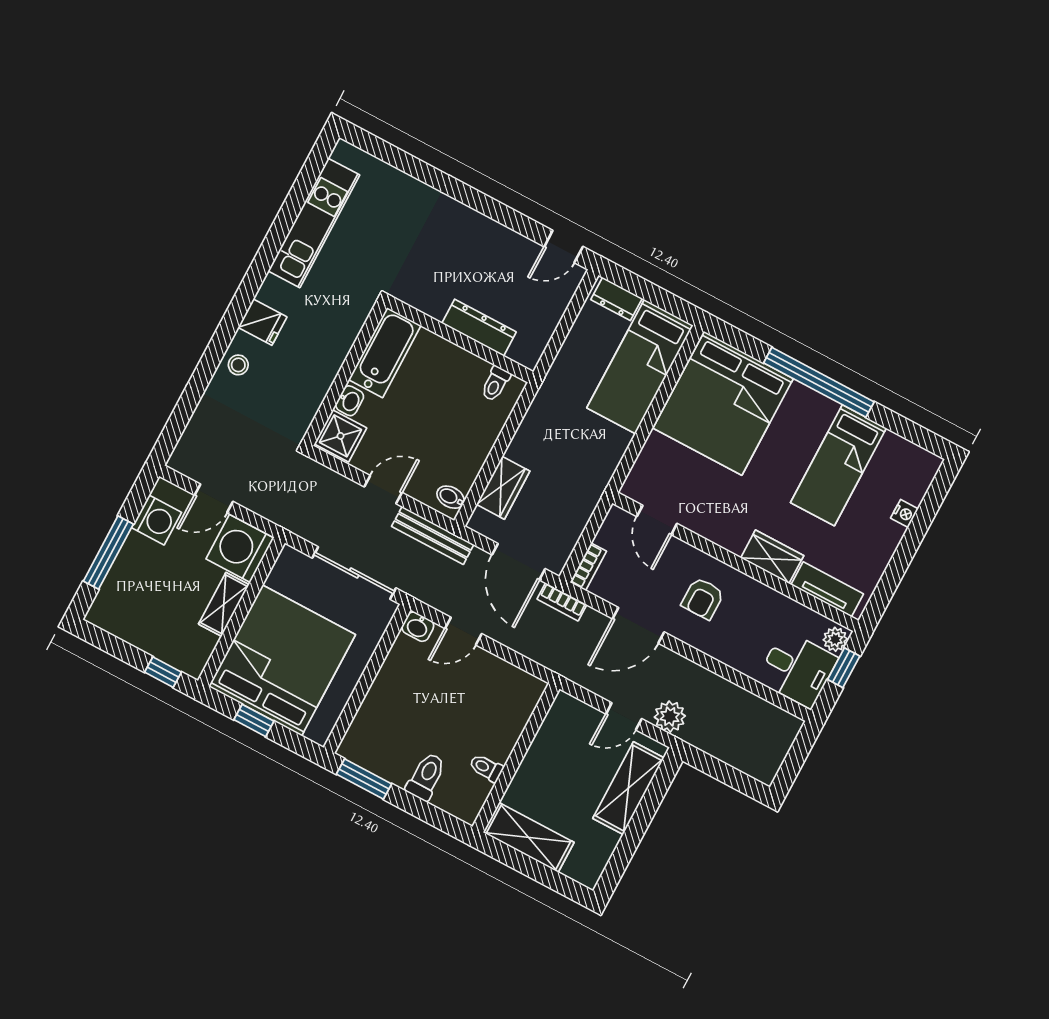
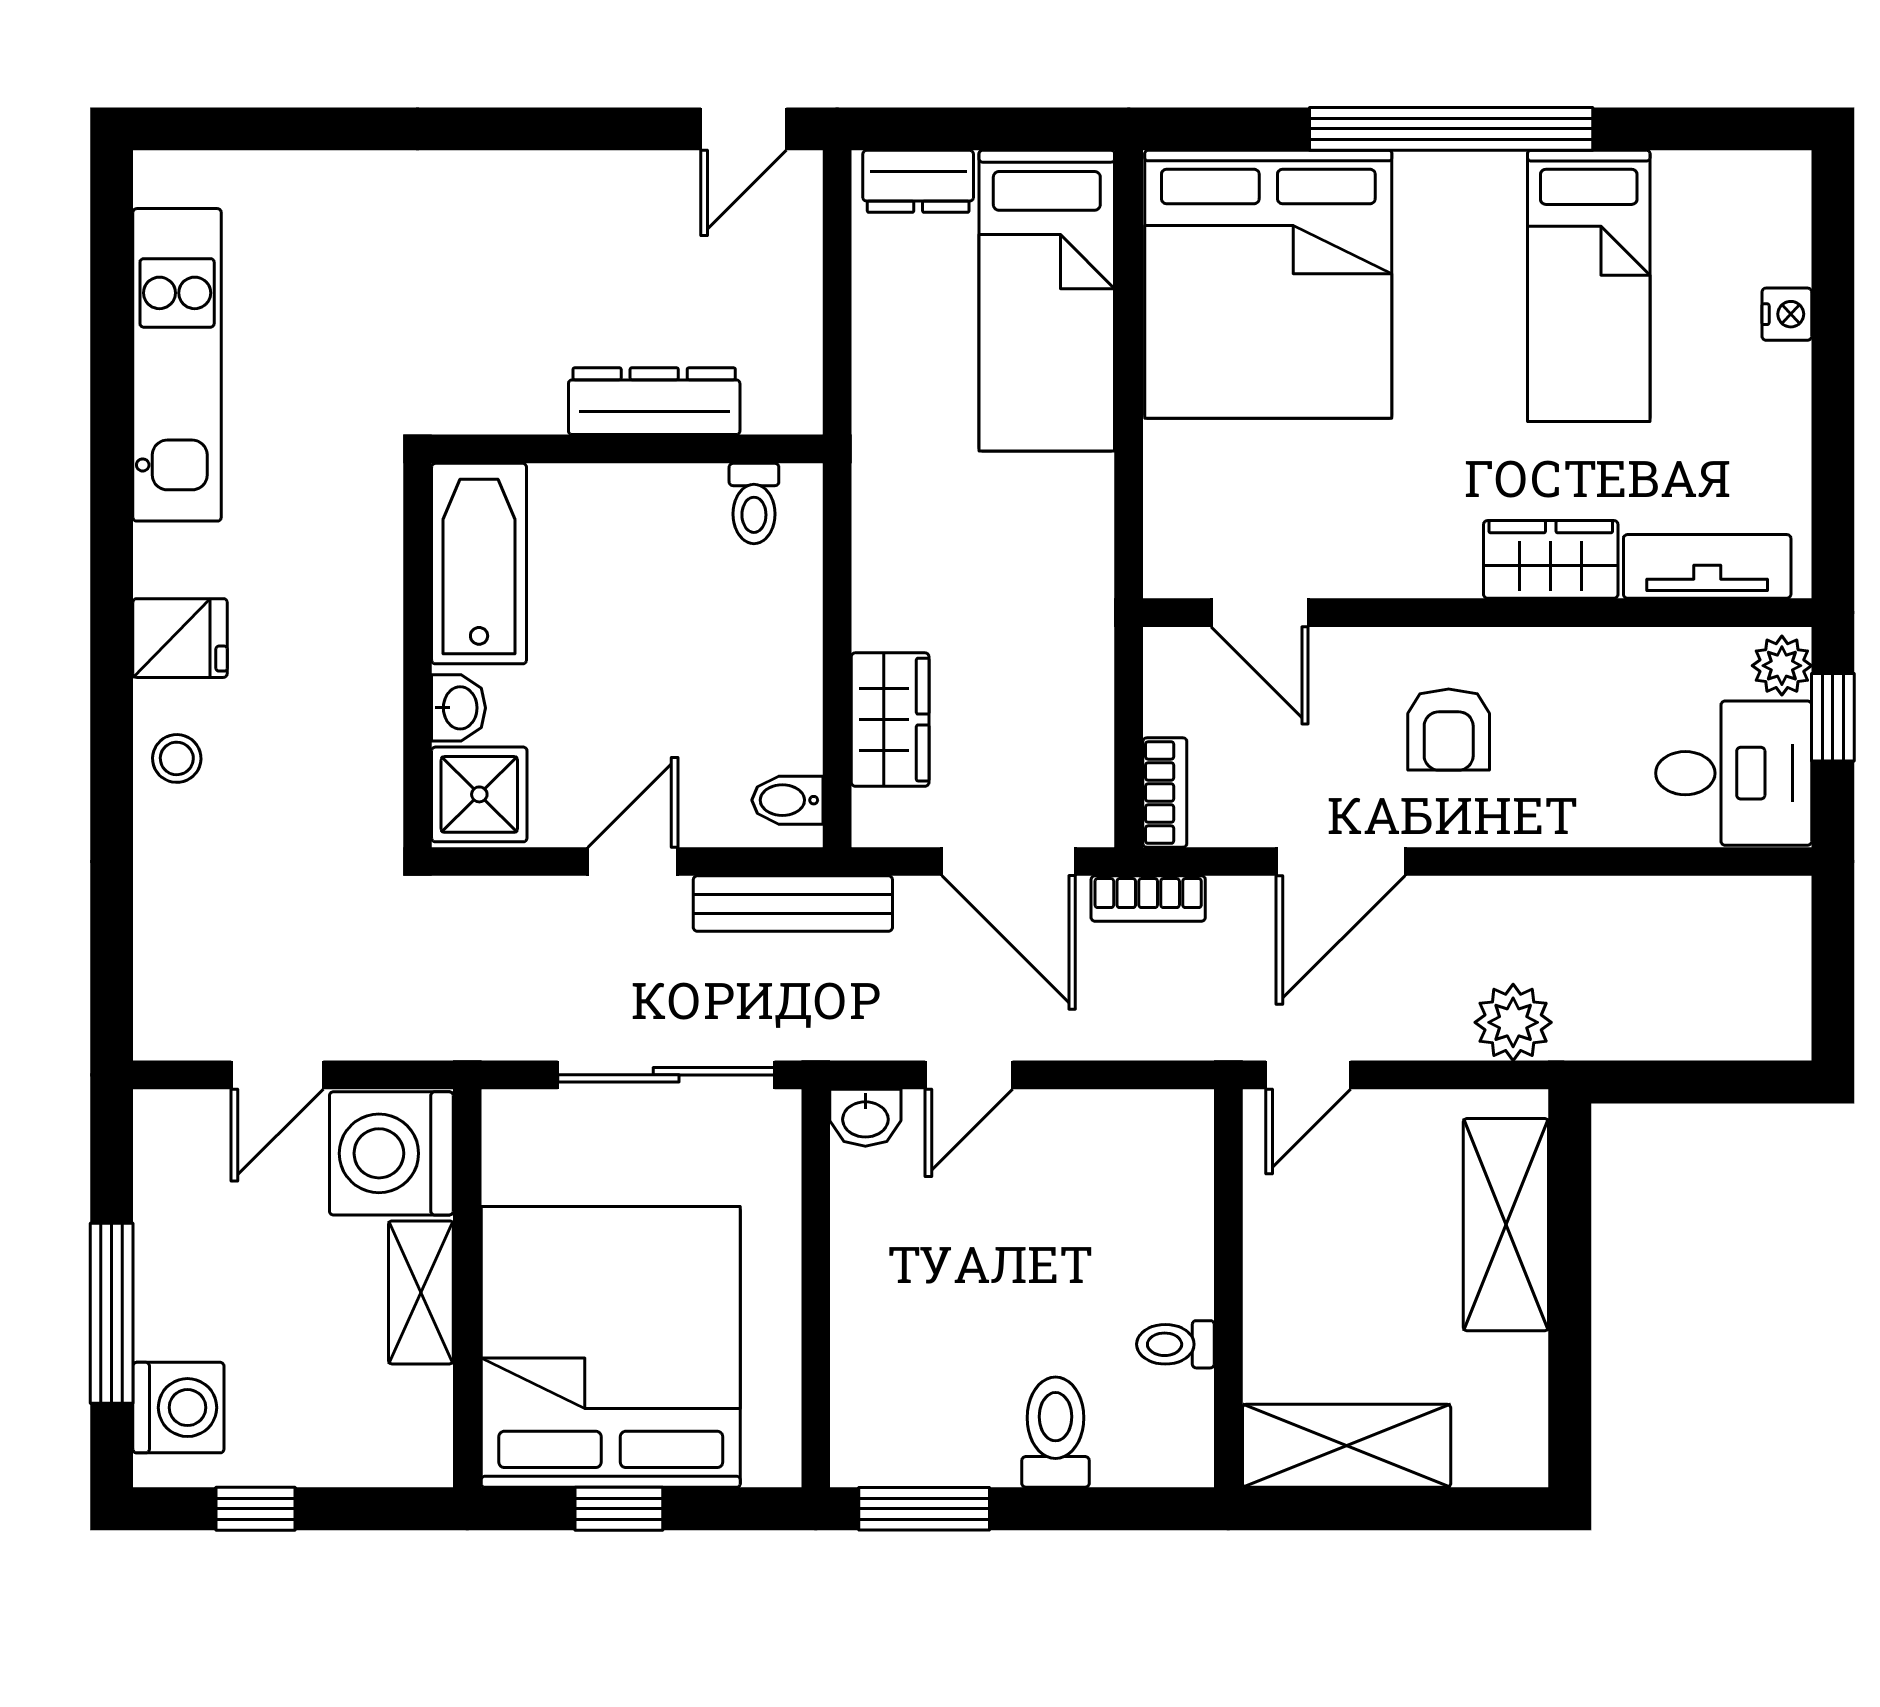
washing machine: (157, 520) -> (178, 1408), moved
window: (163, 672) -> (255, 1509), moved
door: (624, 716) -> (1308, 1075), moved

